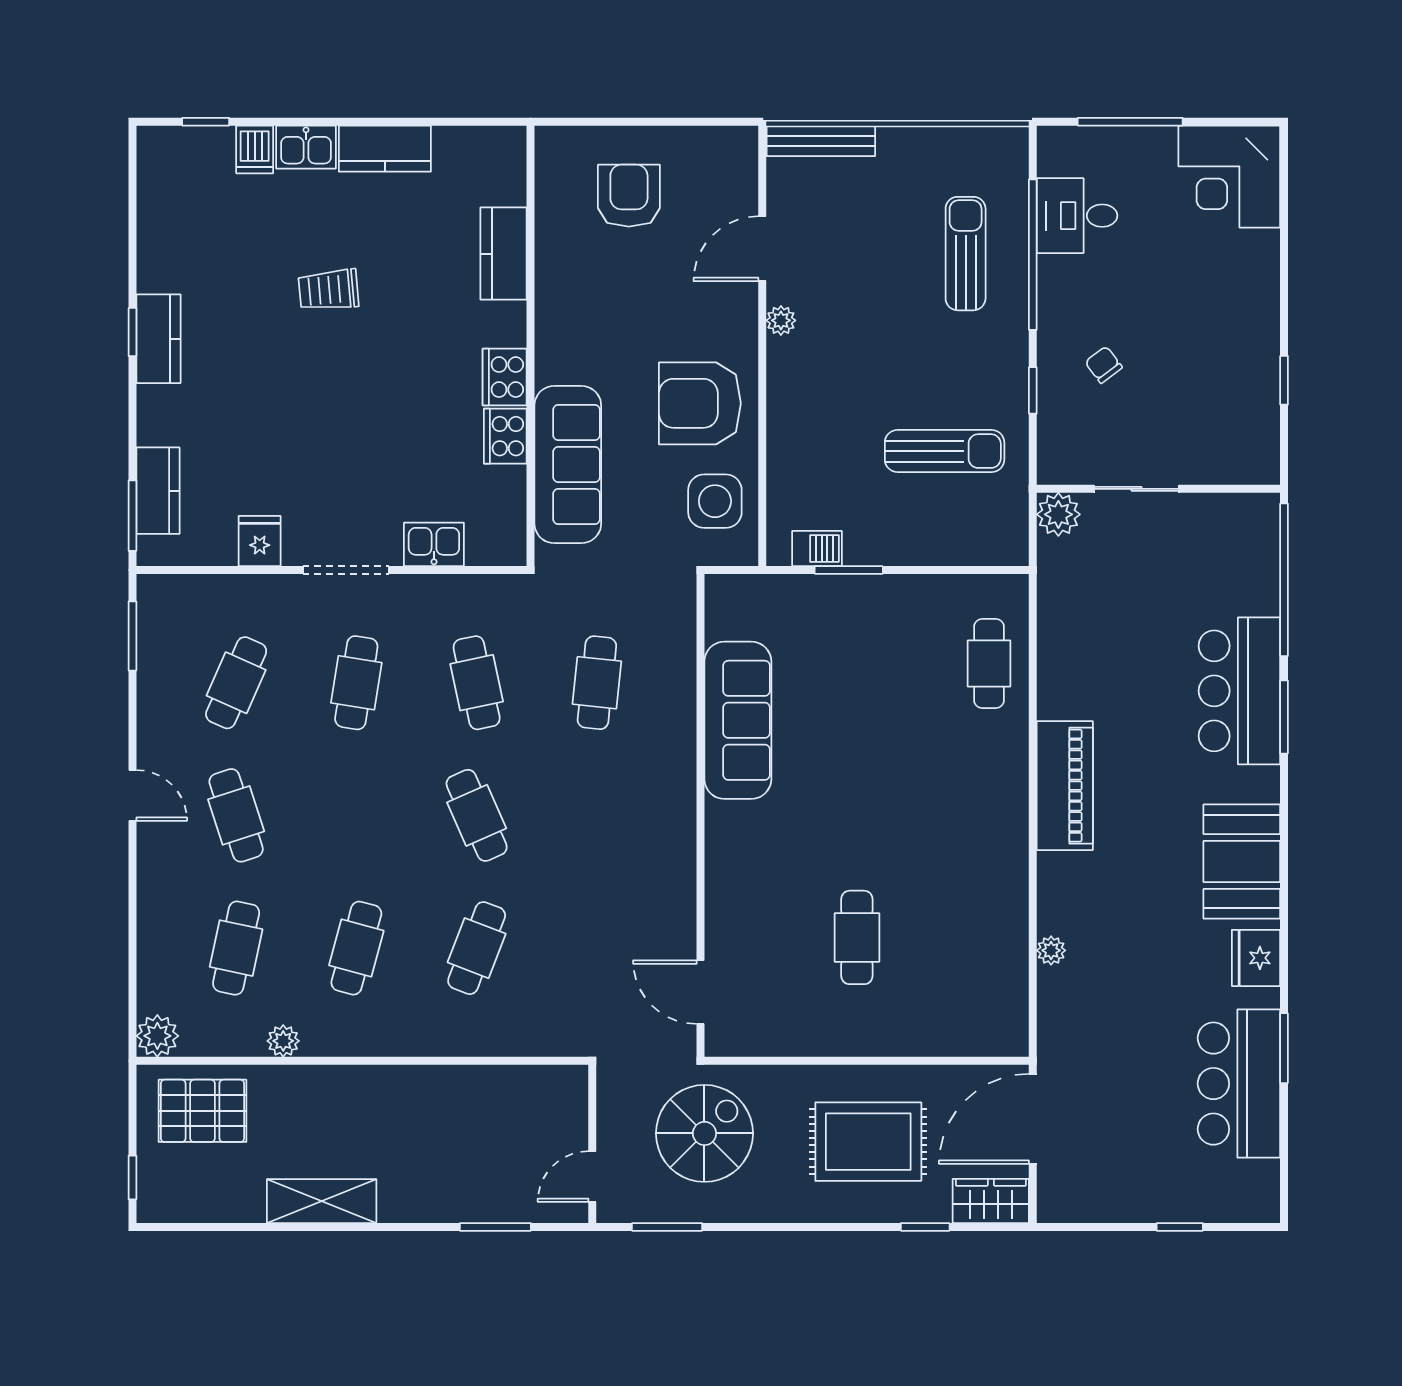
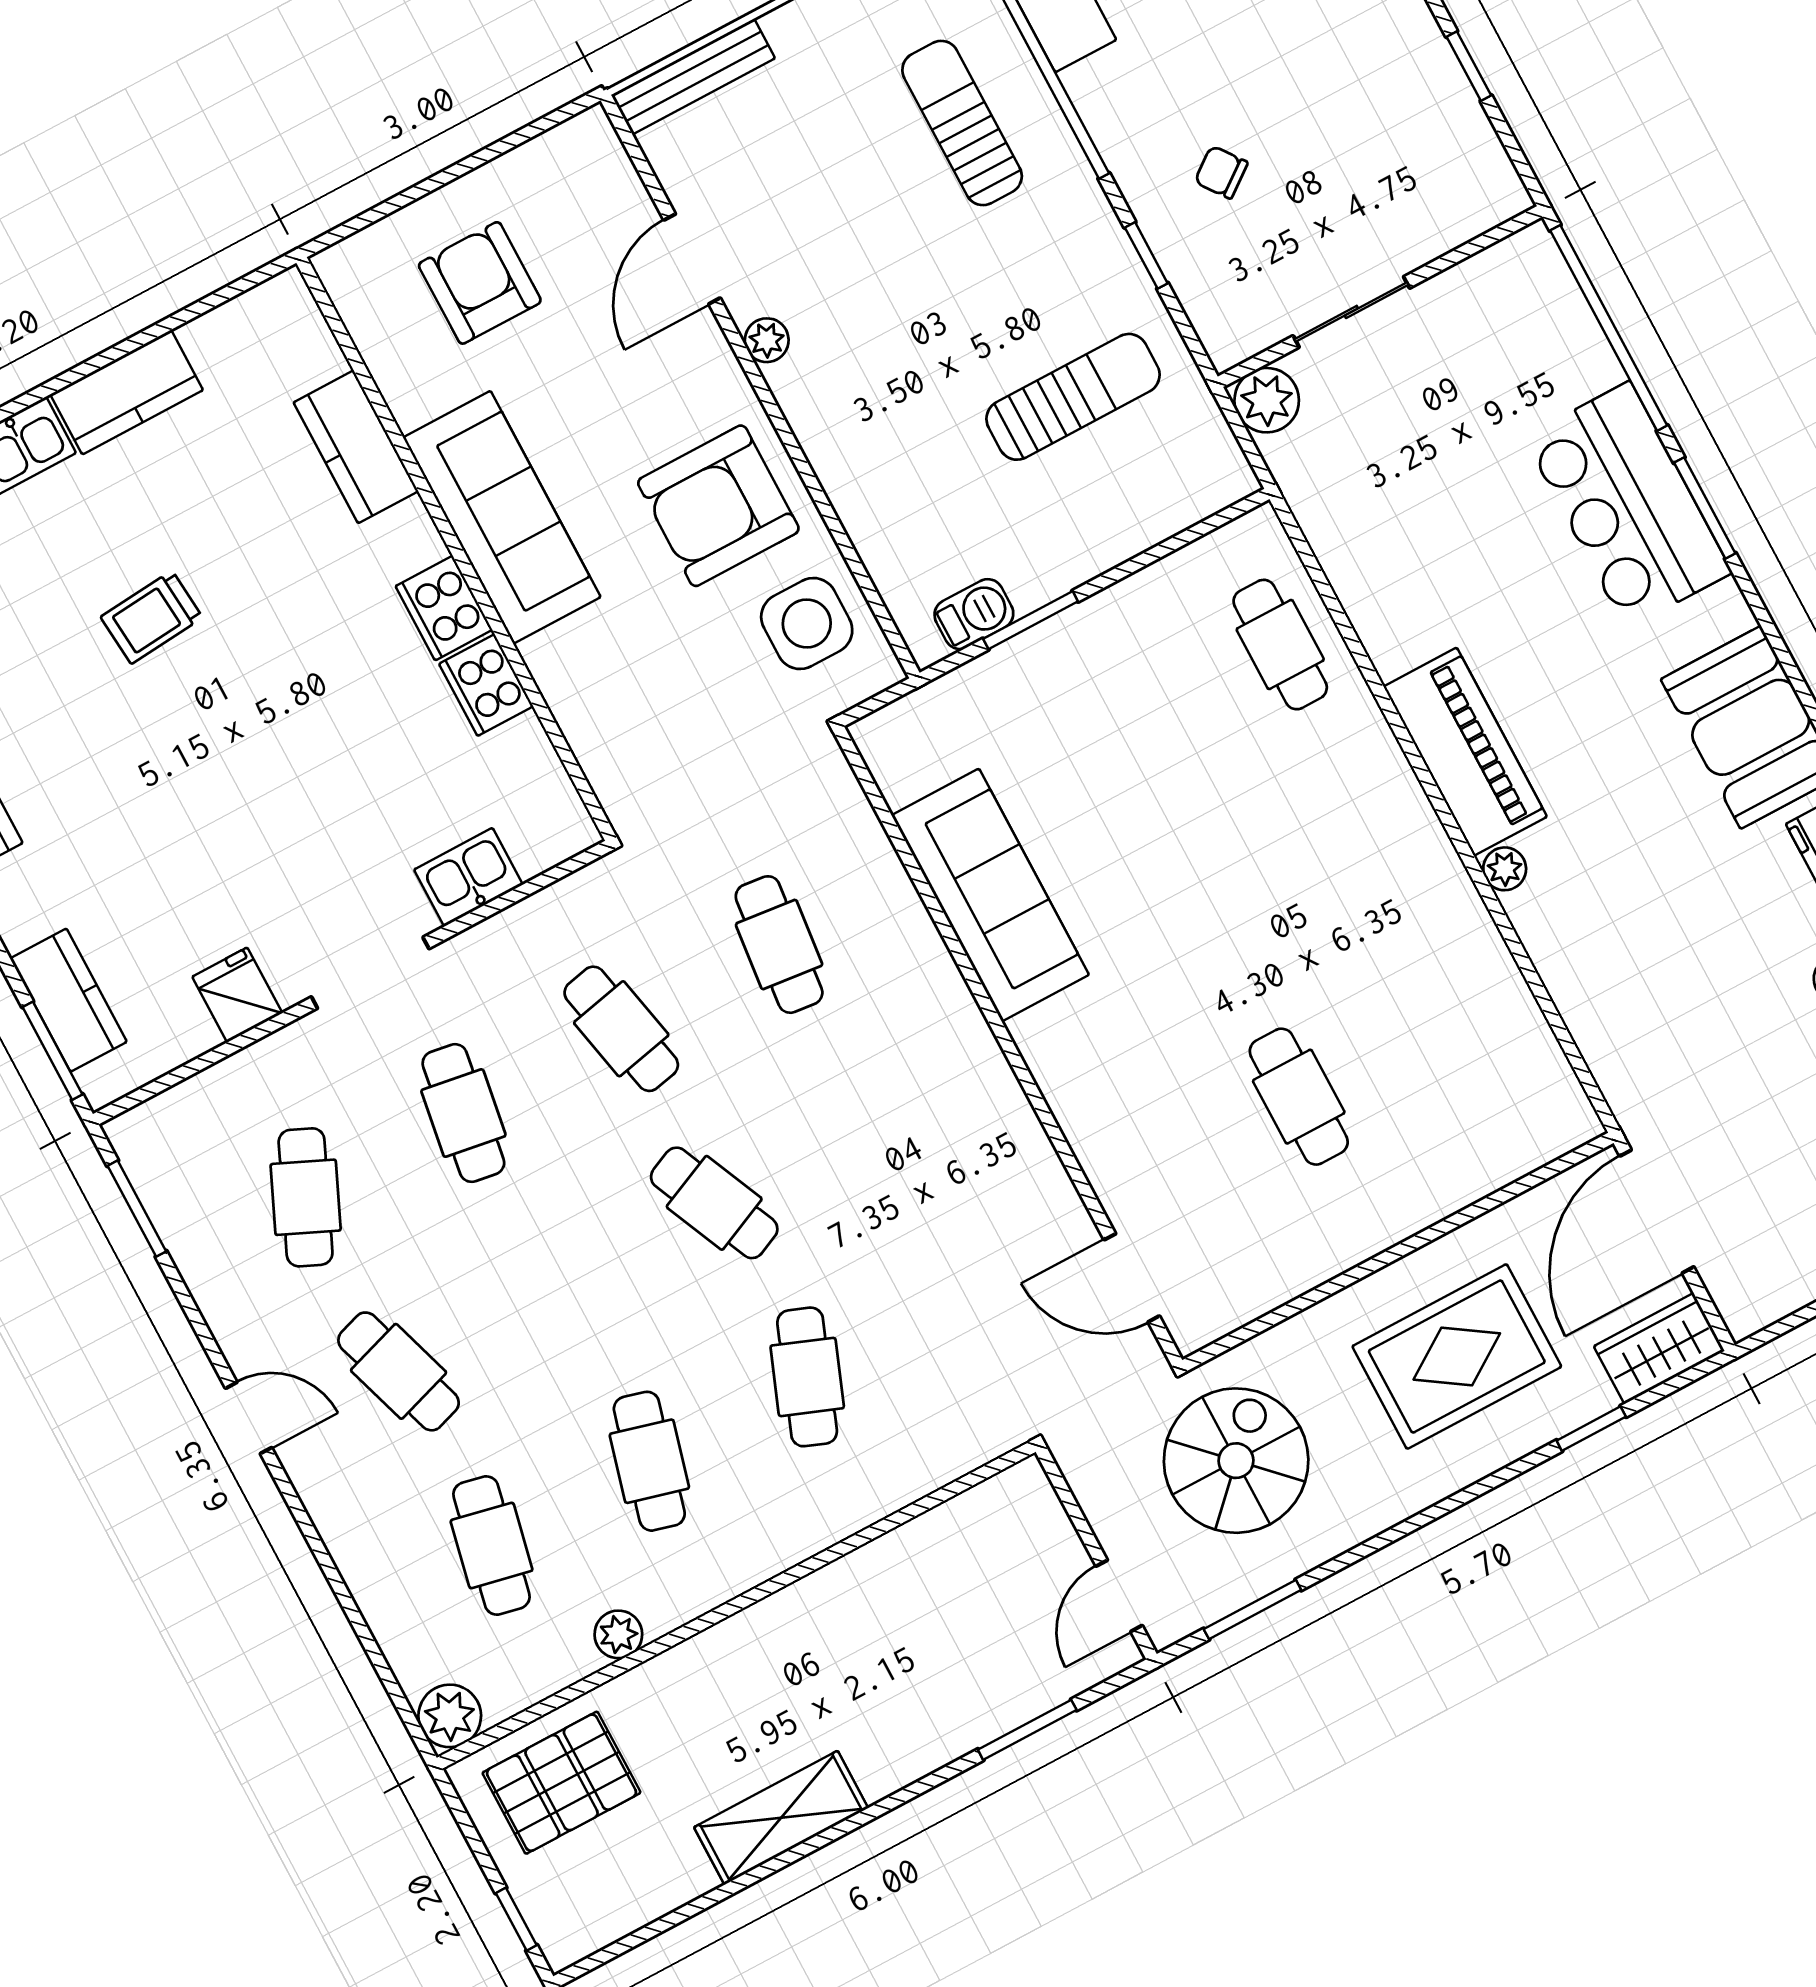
sofa: (568, 465) -> (502, 517), moved
plant: (1051, 950) -> (1505, 869), moved

